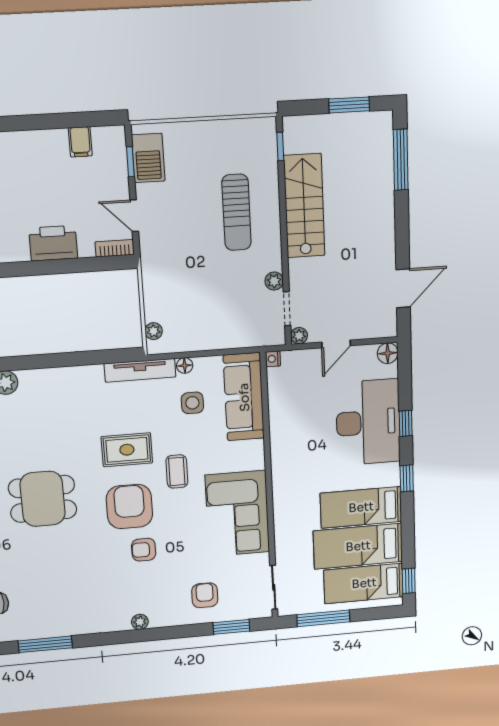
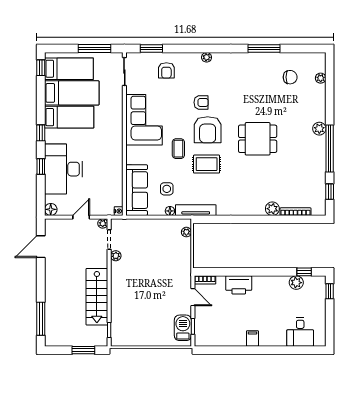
window: (349, 105) -> (83, 350), moved
filing cabinet: (80, 142) -> (252, 338), moved
sun lounger: (236, 212) -> (135, 295), removed

